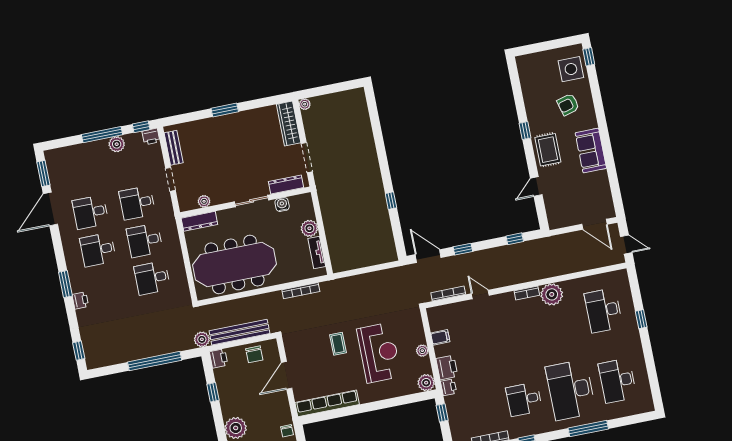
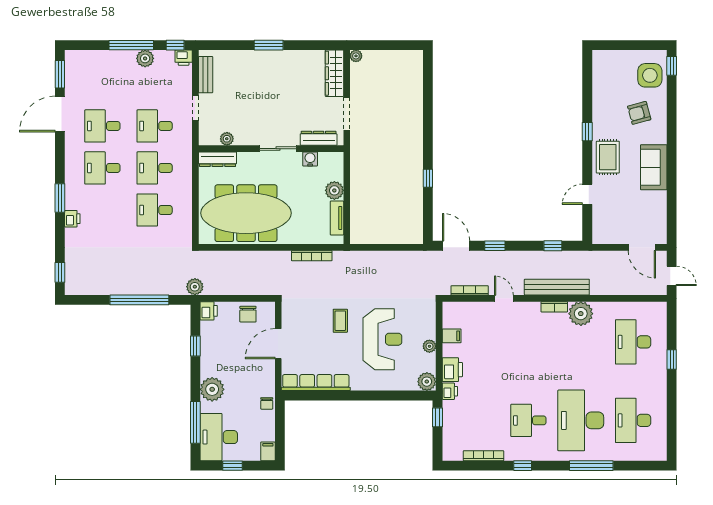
bench: (239, 332) -> (557, 287), moved

